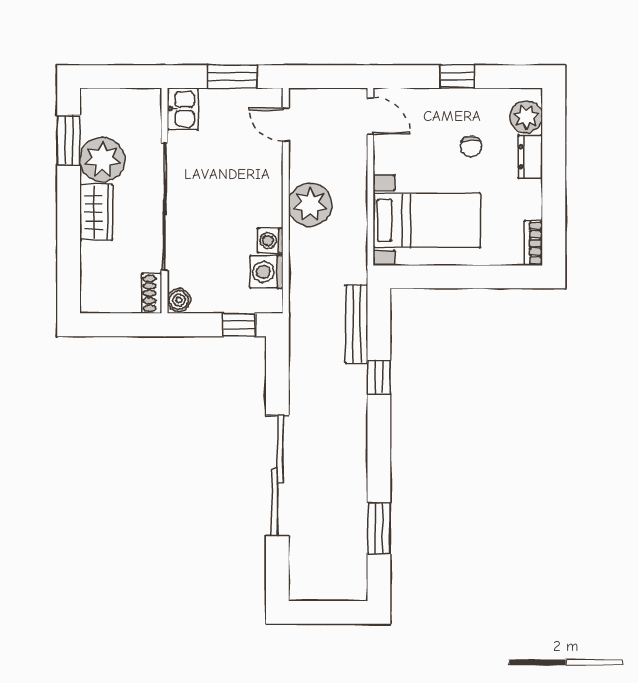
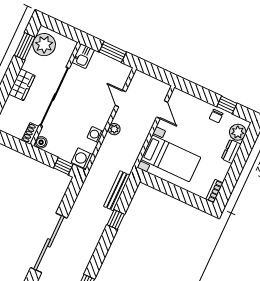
window: (458, 77) -> (227, 105), moved
door: (370, 116) -> (162, 110), moved
door: (286, 125) -> (121, 98), moved
chair: (471, 146) -> (216, 116), moved
plant: (102, 159) -> (44, 45), moved
plant: (310, 205) -> (114, 129), width x0.53, depth x0.53
washing machine: (267, 272) -> (82, 158), moved

